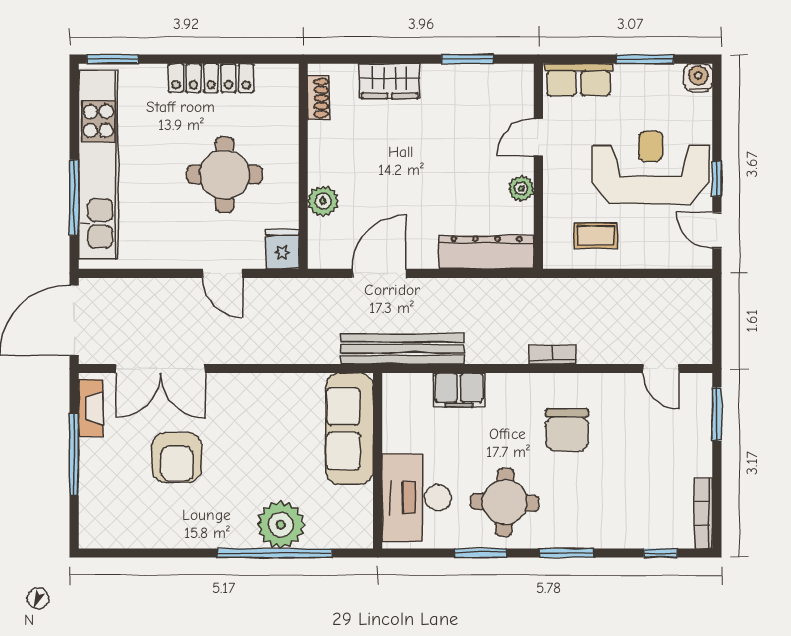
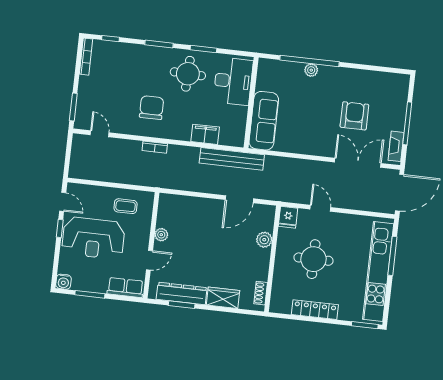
dresser: (486, 252) -> (182, 293), moved, turned 180
plant: (281, 525) -> (311, 70), width x0.53, depth x0.53

